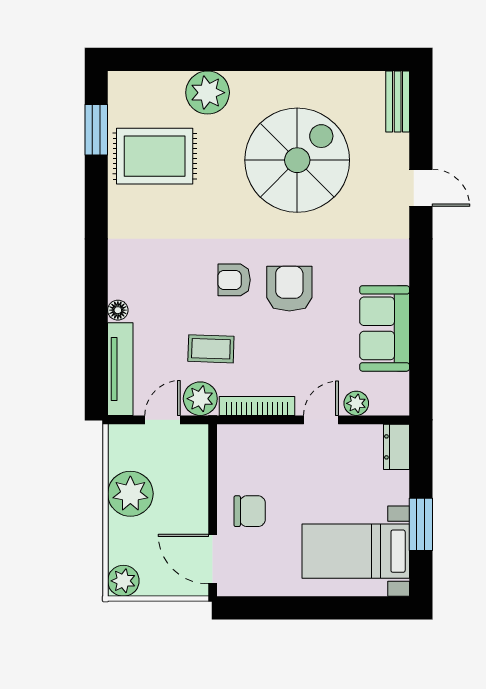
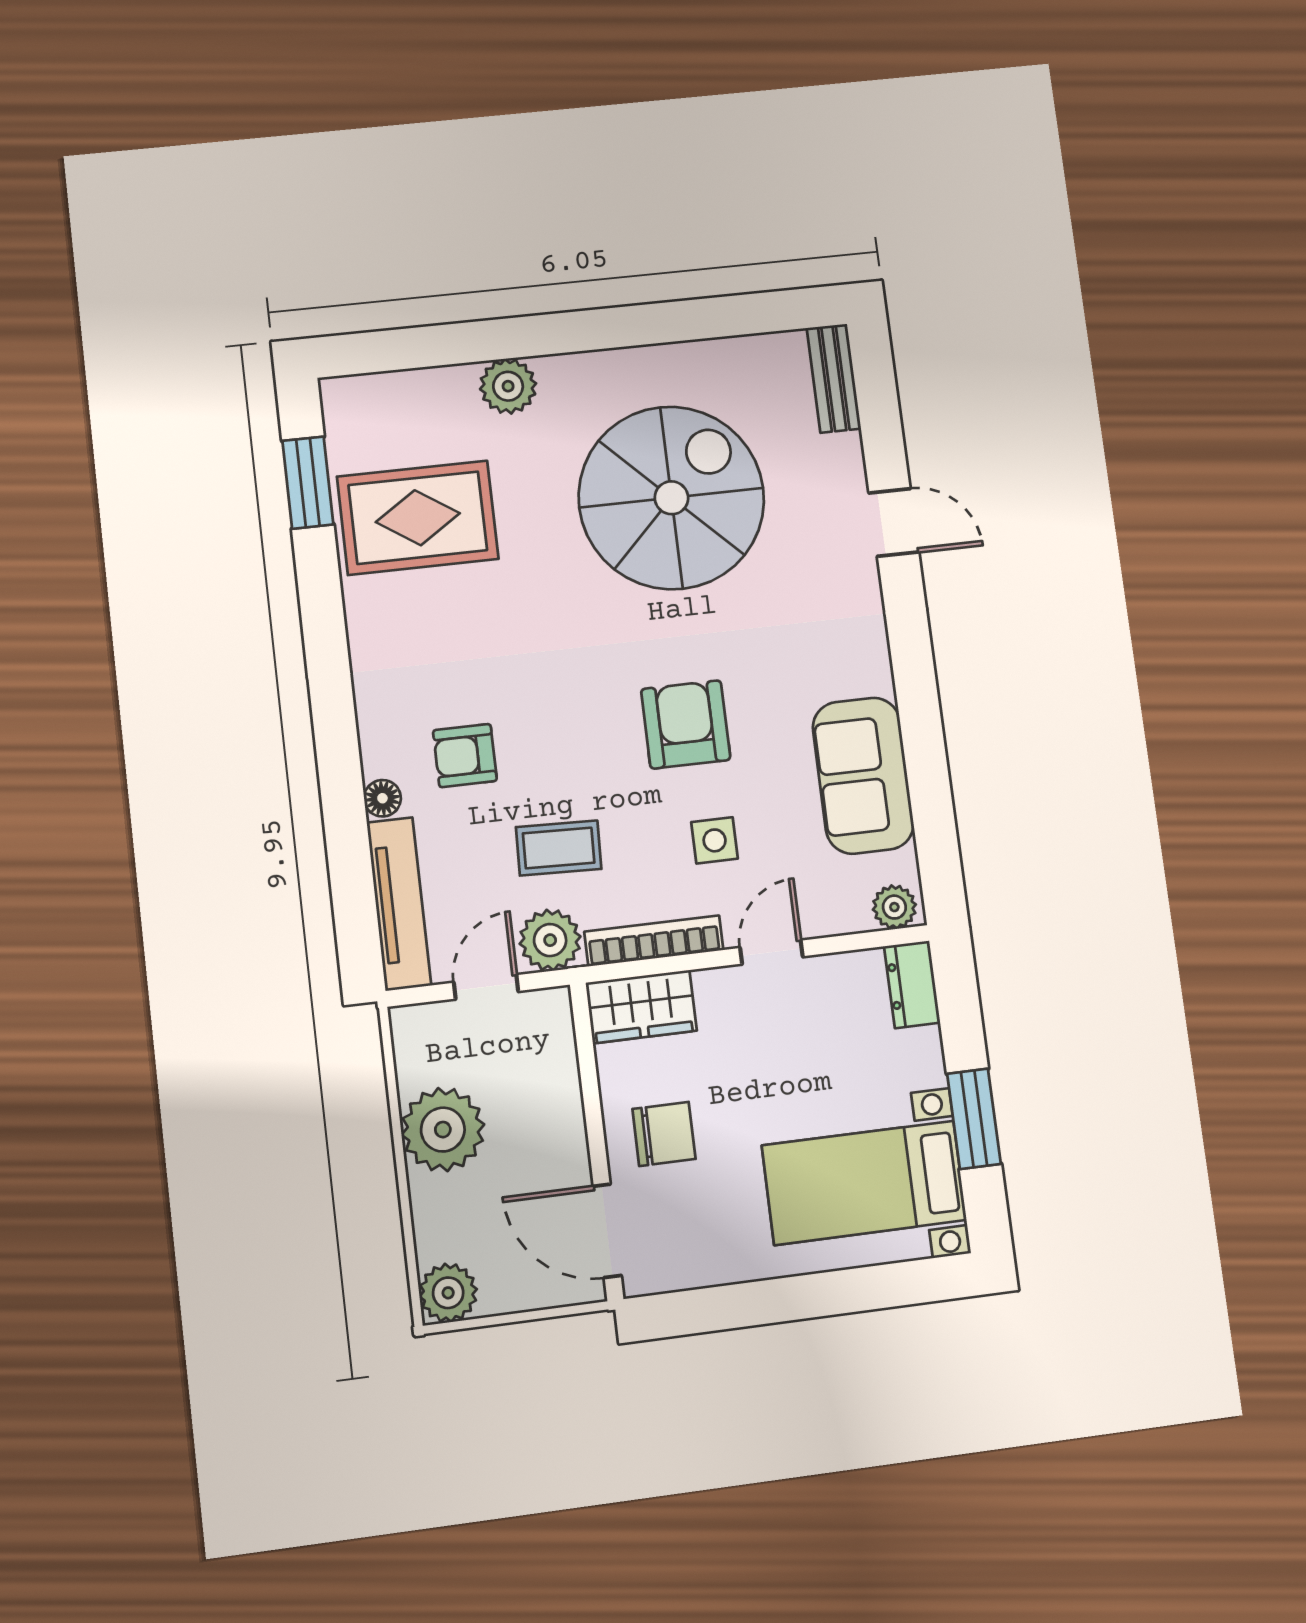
plant: (208, 93) -> (508, 386), width x0.73, depth x0.73
armchair: (234, 280) -> (465, 756), moved
side table: (297, 355) -> (715, 840), added
plant: (356, 403) -> (894, 907), moved
wardrobe: (246, 441) -> (641, 1007), added

